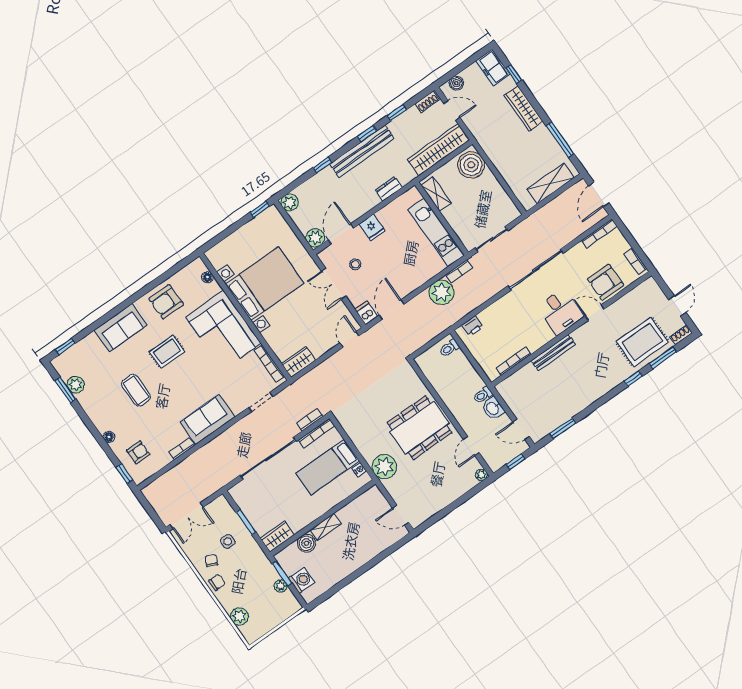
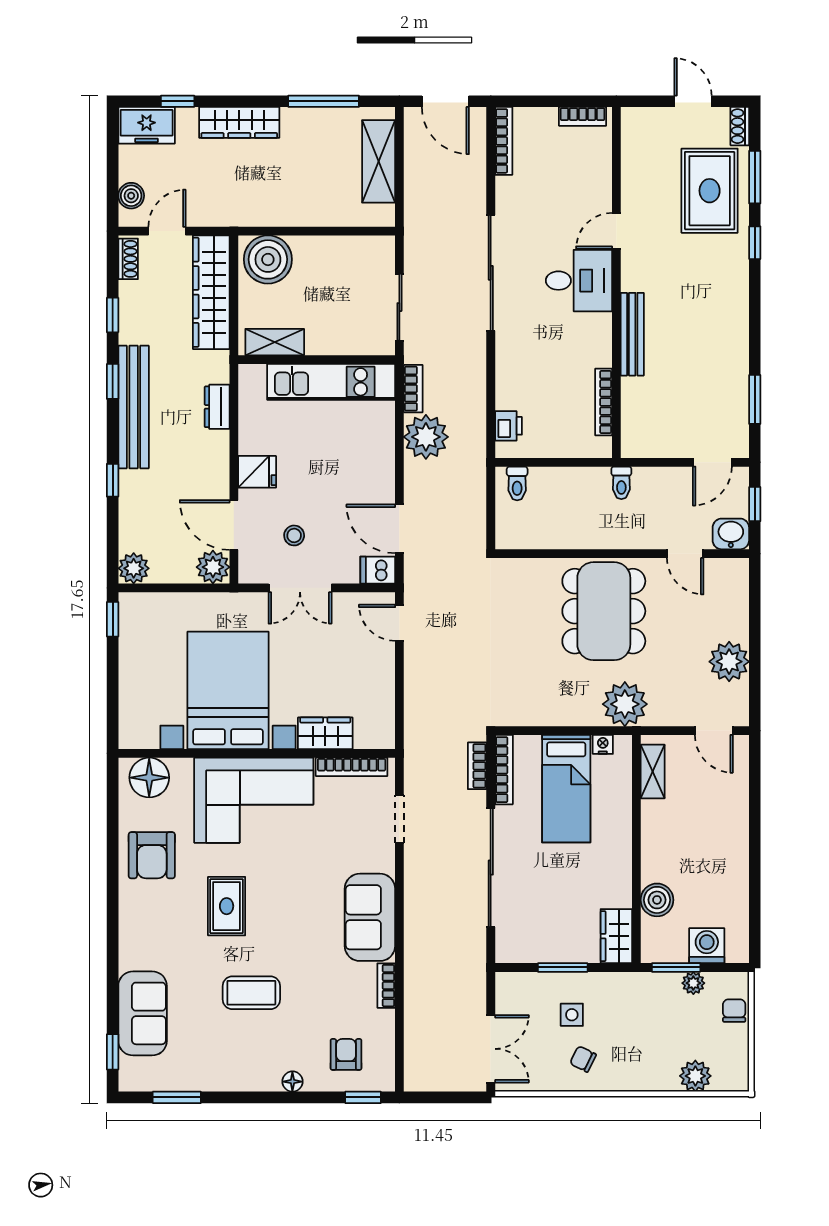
floor lamp: (207, 277) -> (149, 778), width x1.89, depth x1.89
armchair: (606, 282) -> (583, 183), removed
sofa: (121, 328) -> (143, 1013), moved
wardrobe: (298, 362) -> (325, 733), moved, turned 90
plant: (76, 385) -> (180, 1076), removed
washbasin: (493, 408) -> (731, 534), moved, turned 180
plant: (481, 475) -> (729, 662), moved, width x1.88, depth x1.88
door: (401, 515) -> (714, 731), hinge flipped
shelving: (325, 527) -> (653, 771), moved
chair: (217, 582) -> (734, 1011), moved

